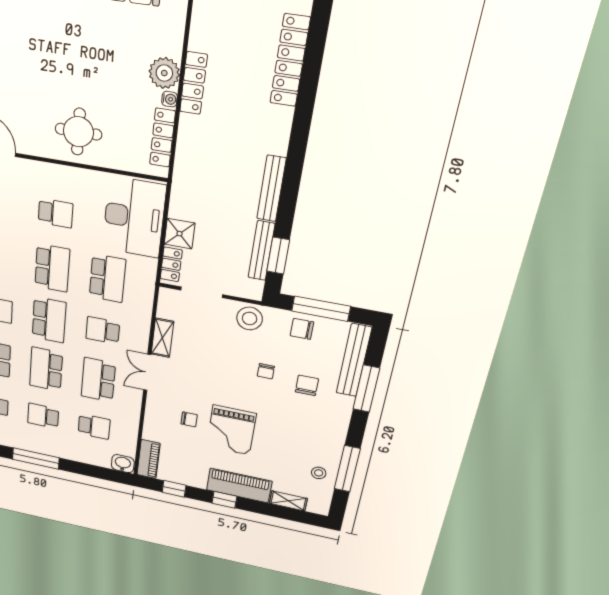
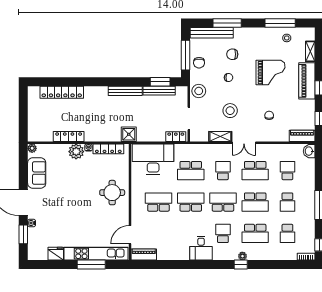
locker: (194, 83) -> (69, 137), moved
school desk: (56, 213) -> (158, 202), width x1.85
shower: (180, 234) -> (129, 134), moved
school desk: (107, 278) -> (191, 171), turned 180
school desk: (103, 330) -> (223, 171), turned 180
stool: (206, 362) -> (230, 111), added
grand piano: (231, 430) -> (271, 73), moved

